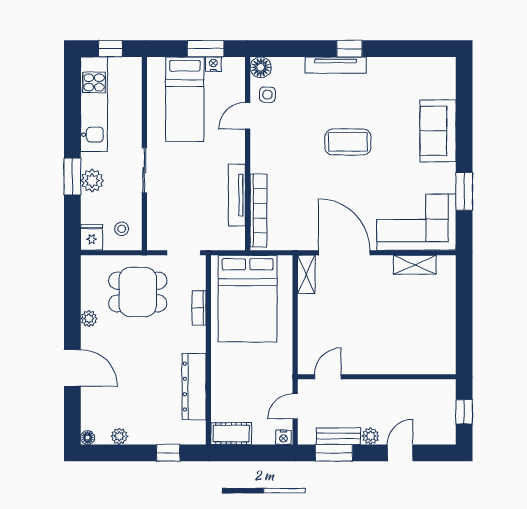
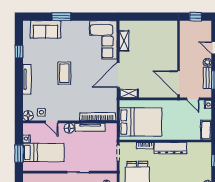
window: (206, 49) -> (19, 154), moved
window: (349, 49) -> (19, 52), moved
sofa: (438, 131) -> (45, 29), moved
floor lamp: (235, 152) -> (69, 128), added
window: (464, 192) -> (61, 17), moved
door: (328, 377) -> (178, 83), width x1.88
dresser: (194, 387) -> (170, 148), moved

